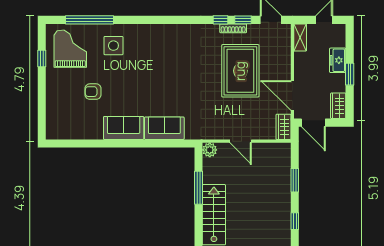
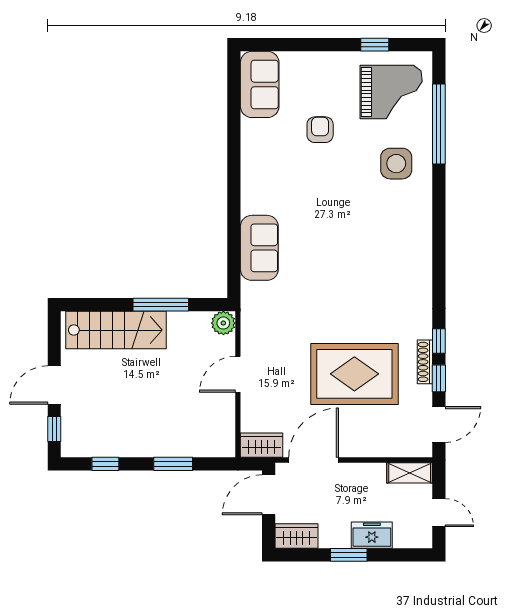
sofa: (124, 128) -> (260, 84), moved

